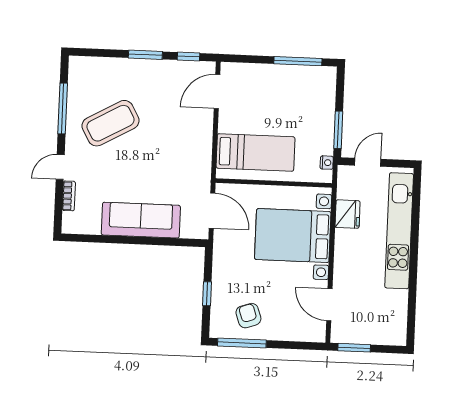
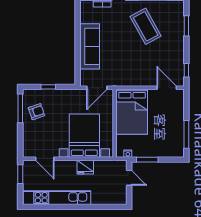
window: (145, 55) -> (186, 26), moved
bed: (255, 152) -> (132, 112), width x1.50
fridge: (348, 214) -> (85, 167), moved
kitchen unit: (399, 231) -> (57, 198), moved
door: (329, 305) -> (45, 159), swing flipped

